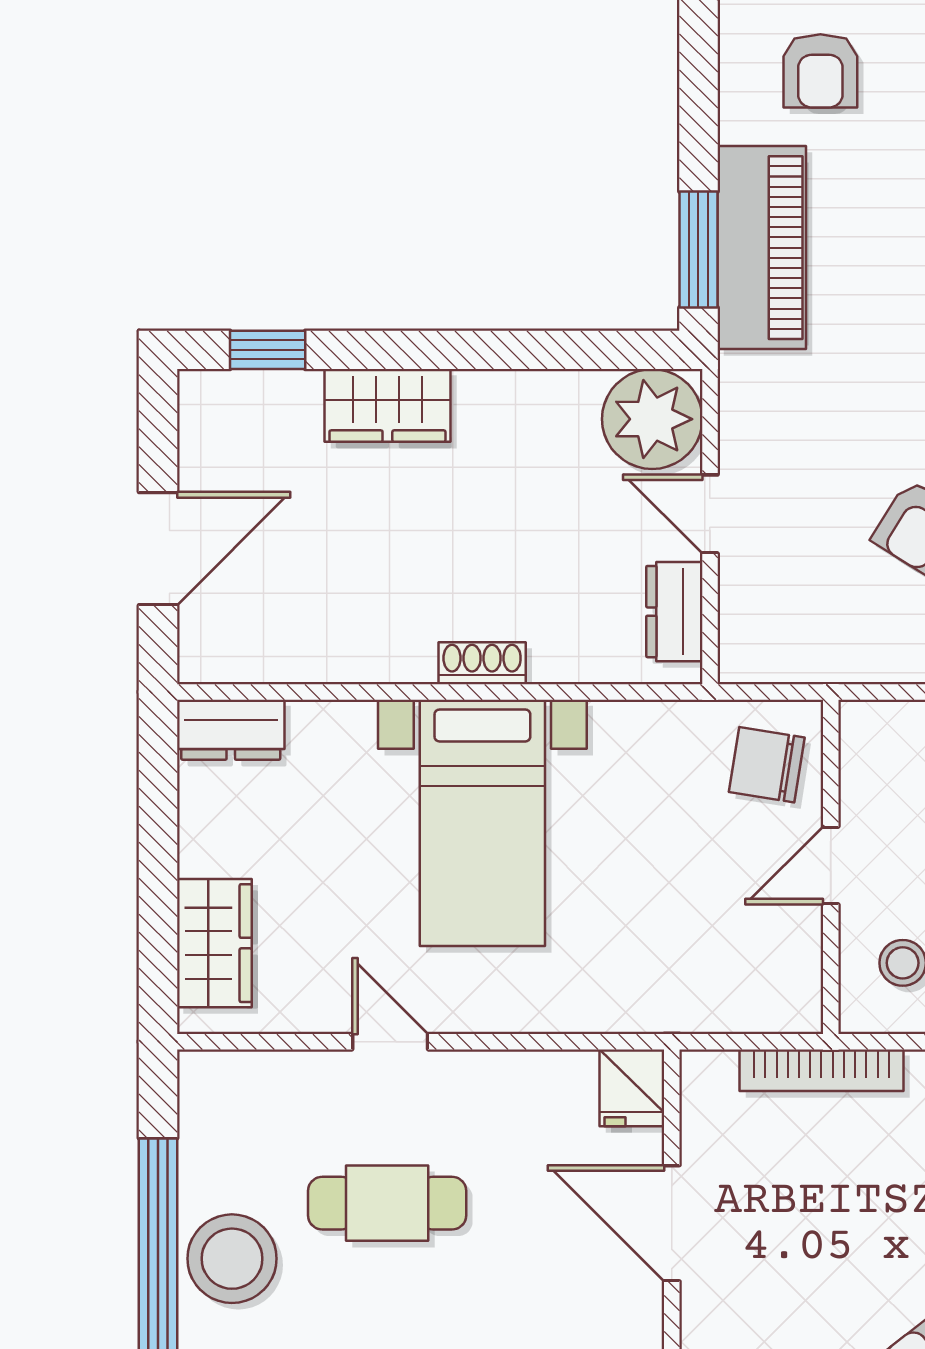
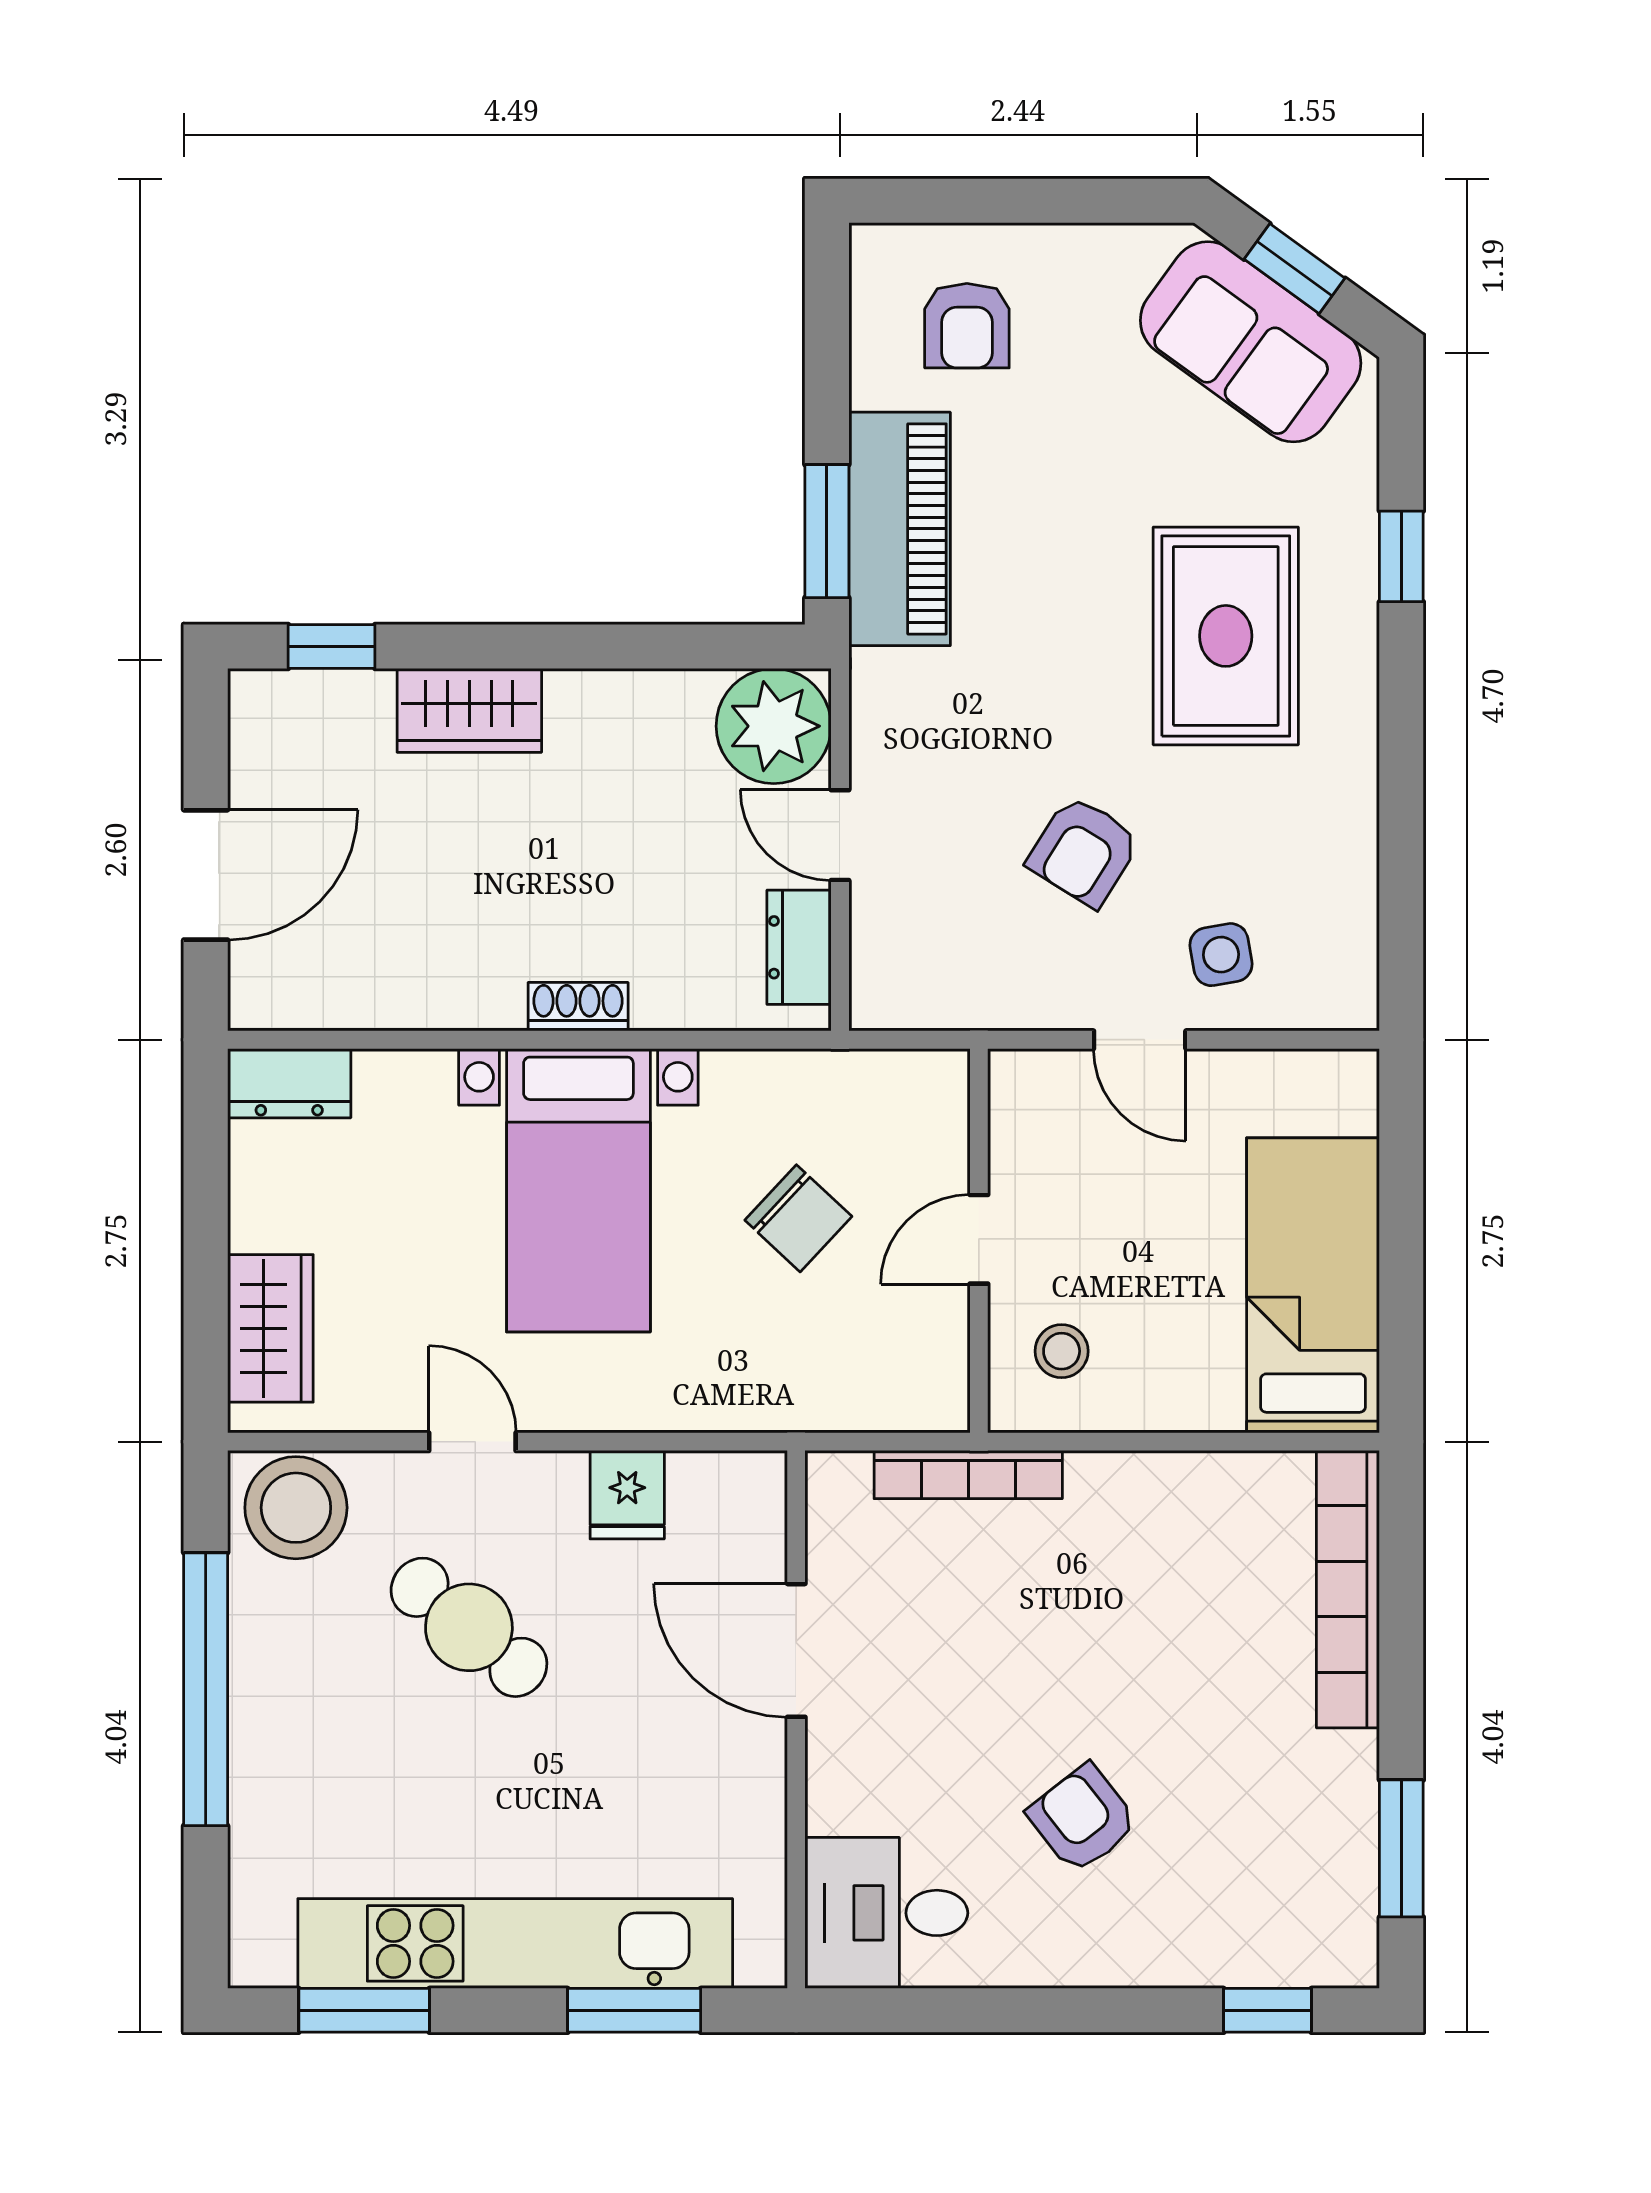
chair: (767, 765) -> (798, 1218), moved, turned -146
fridge: (632, 1088) -> (627, 1495), moved
cafe table: (387, 1203) -> (469, 1627), turned 39
stool: (232, 1259) -> (296, 1508), moved

